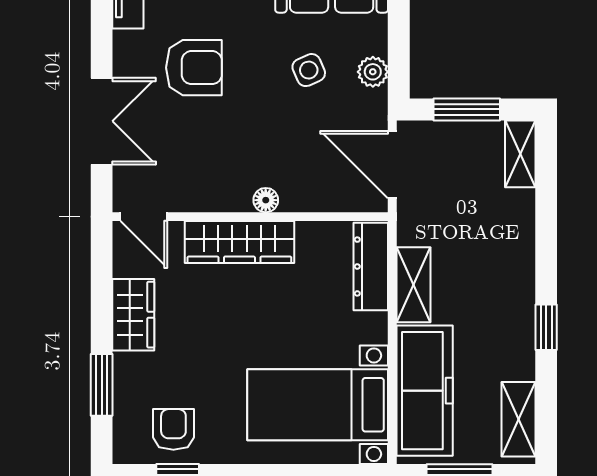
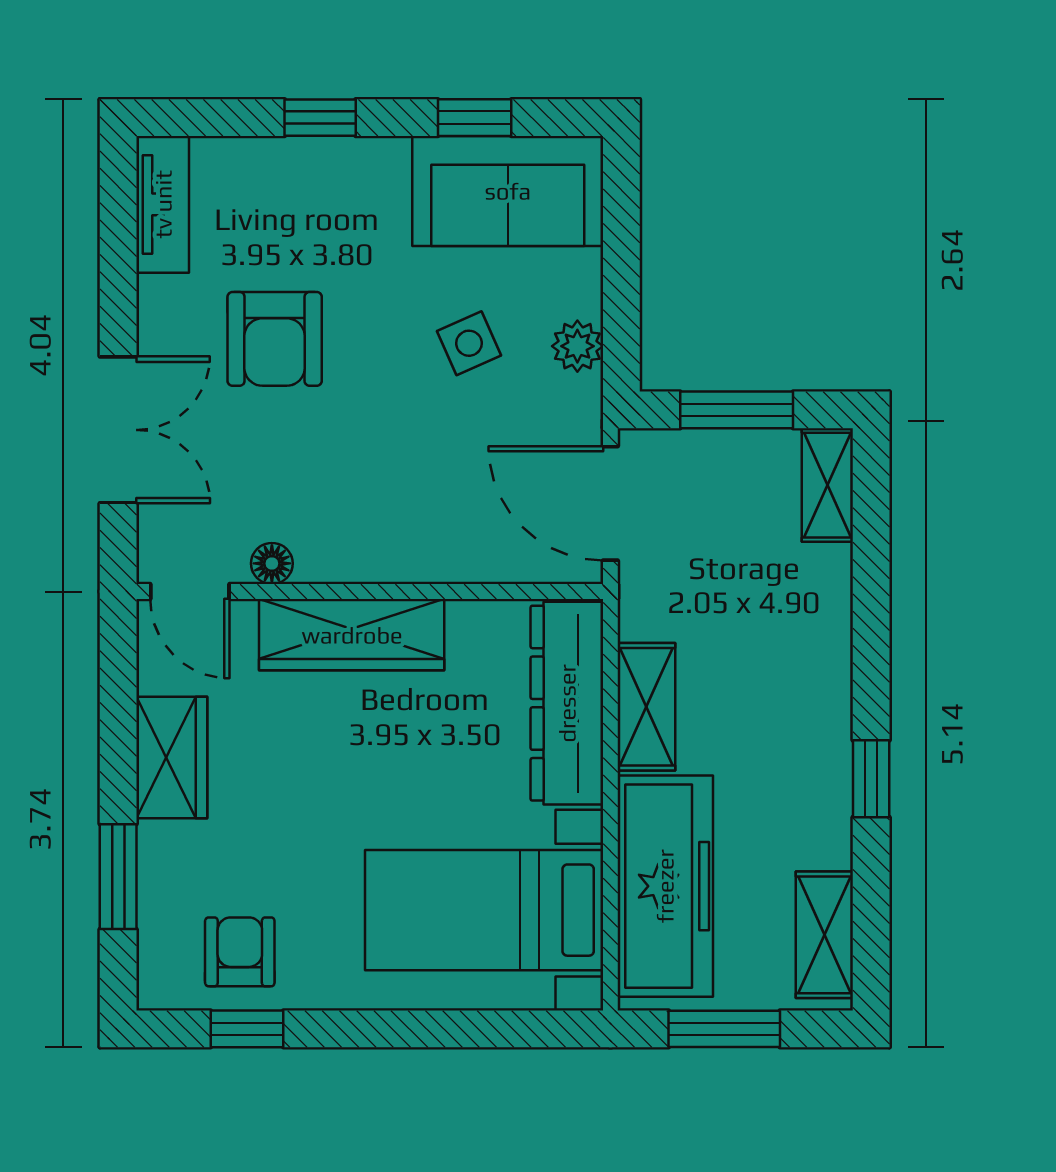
armchair: (194, 68) -> (275, 339), turned 90
floor lamp: (266, 200) -> (272, 563), moved
dresser: (371, 267) -> (567, 703), width x1.37, depth x1.24

